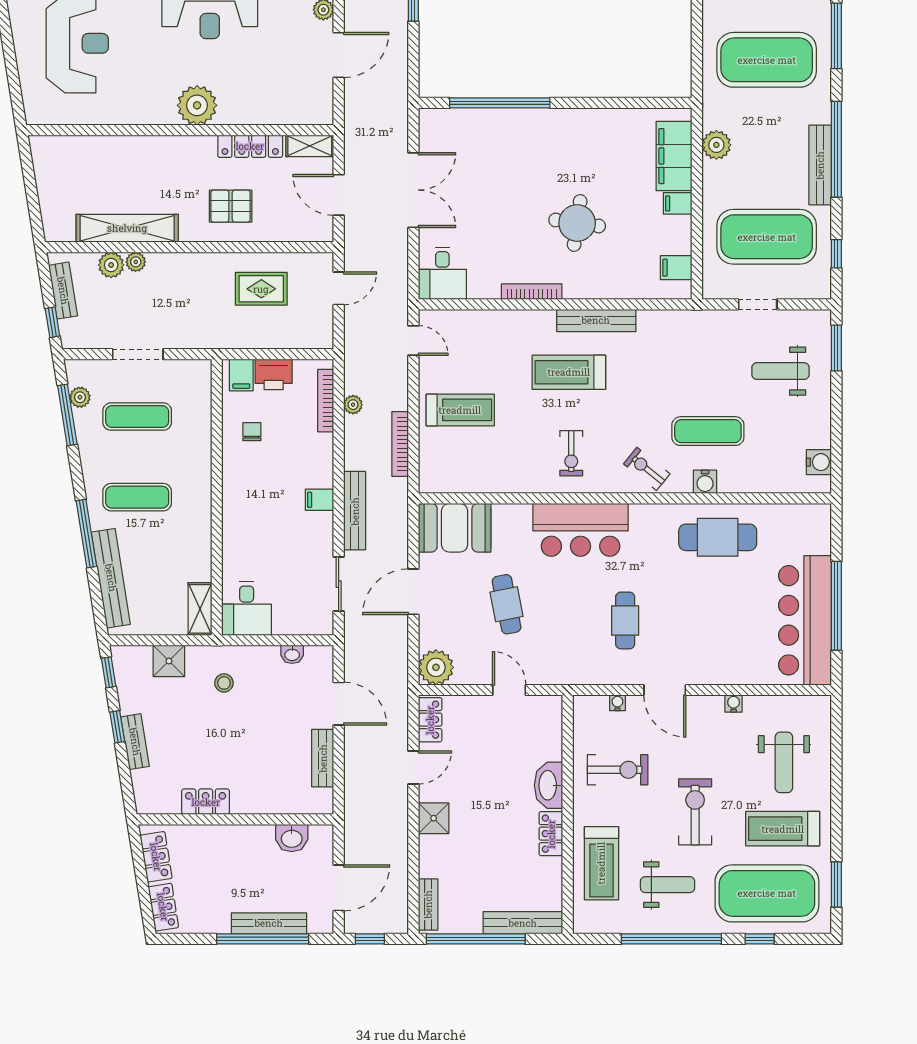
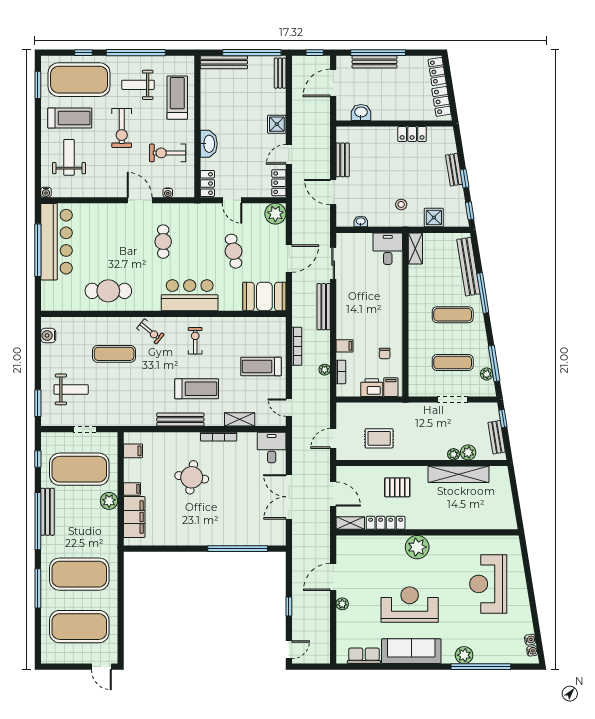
plant: (716, 145) -> (109, 501), moved
shelving: (496, 321) -> (240, 419), added
bookcase: (326, 401) -> (341, 372), width x0.64
water cooler: (705, 482) -> (116, 324), removed
filing cabinet: (320, 500) -> (344, 346), moved
water cooler: (734, 704) -> (46, 192), moved
locker: (551, 834) -> (207, 183), moved

